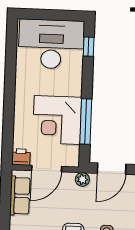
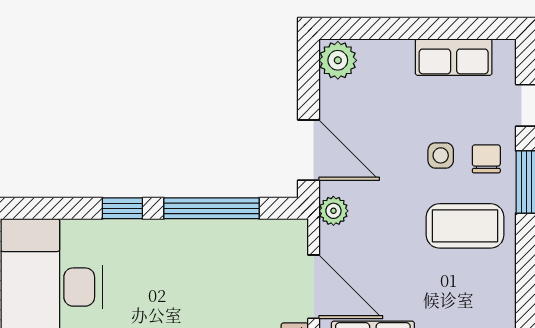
window: (89, 47) -> (122, 208), moved
corner desk: (57, 120) -> (211, 269), removed

